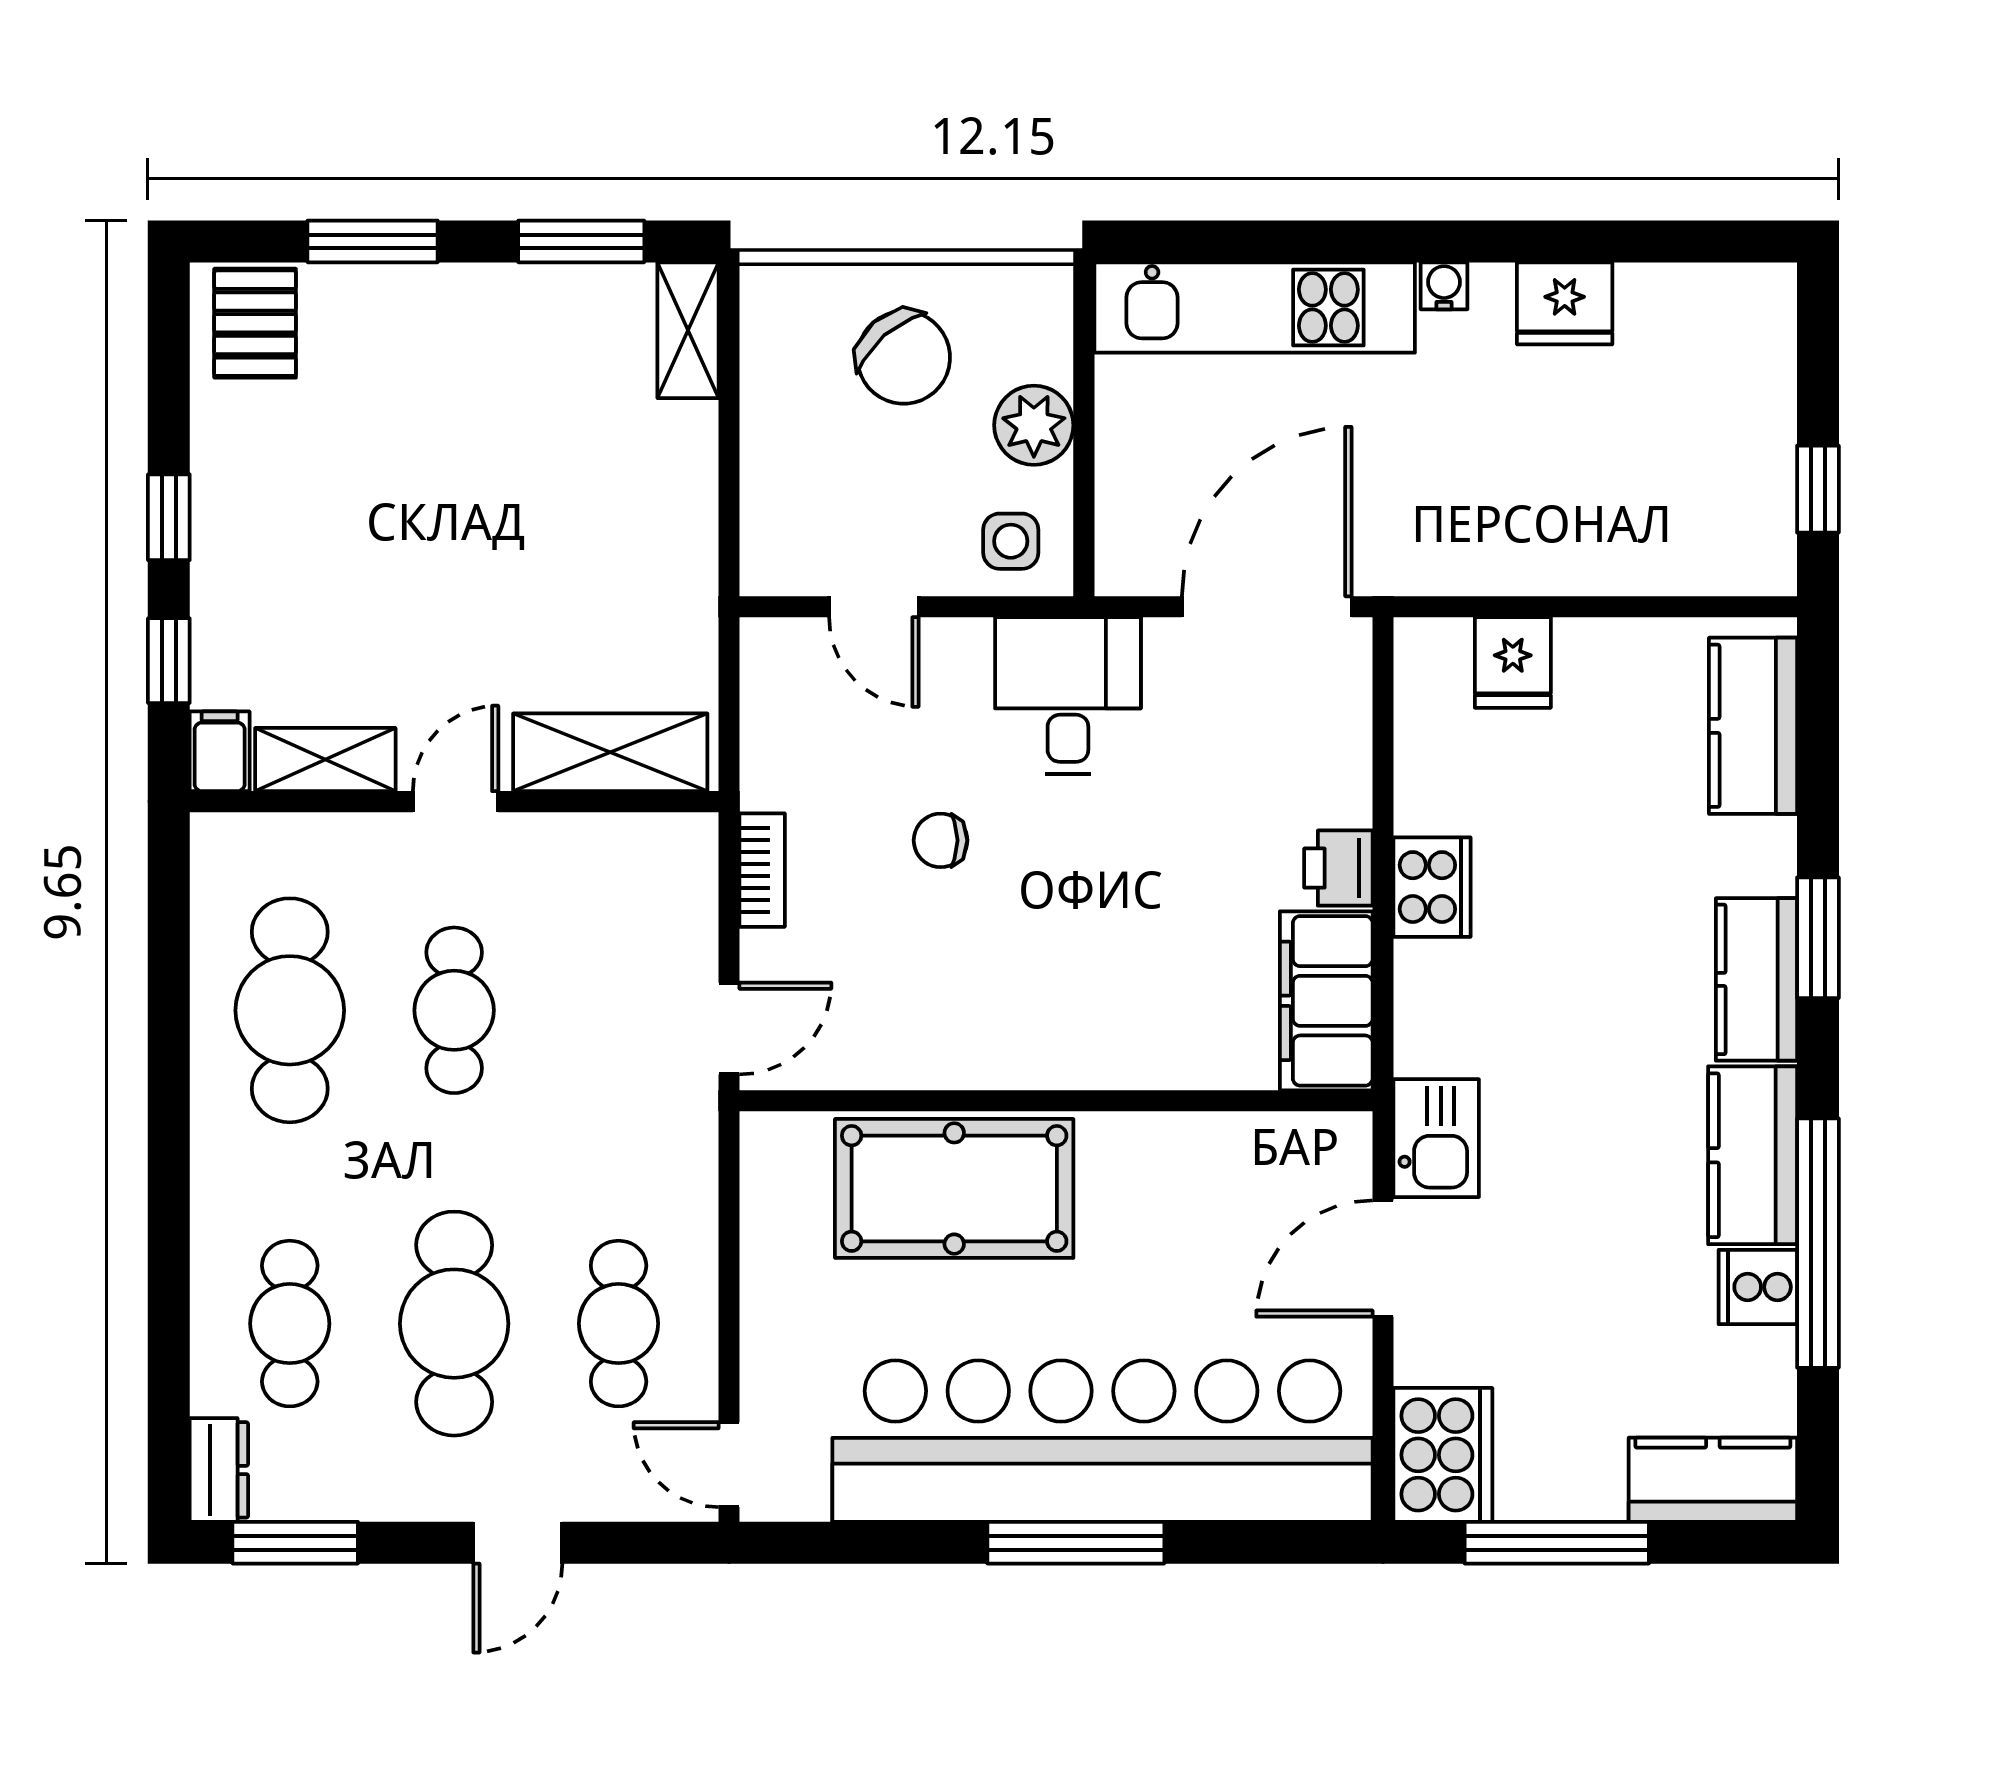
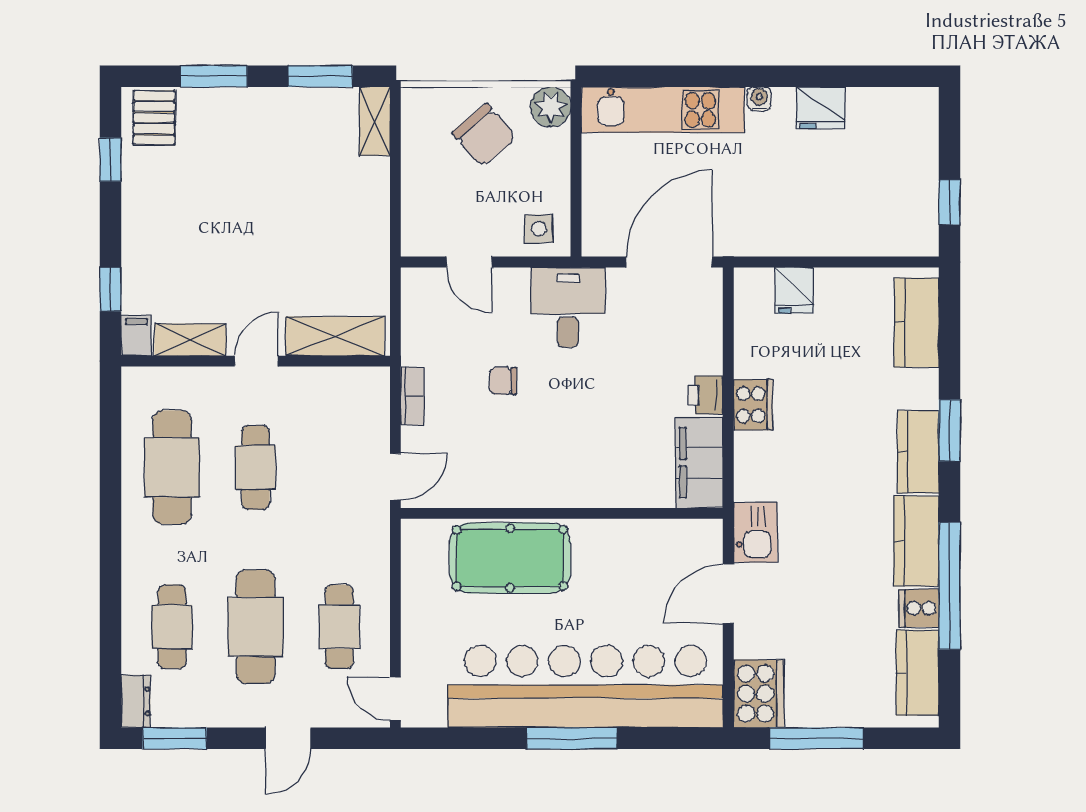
plant: (1034, 425) -> (551, 107), moved
window: (169, 517) -> (110, 160), moved
kitchen counter: (1713, 1480) -> (917, 673), moved, turned -90

